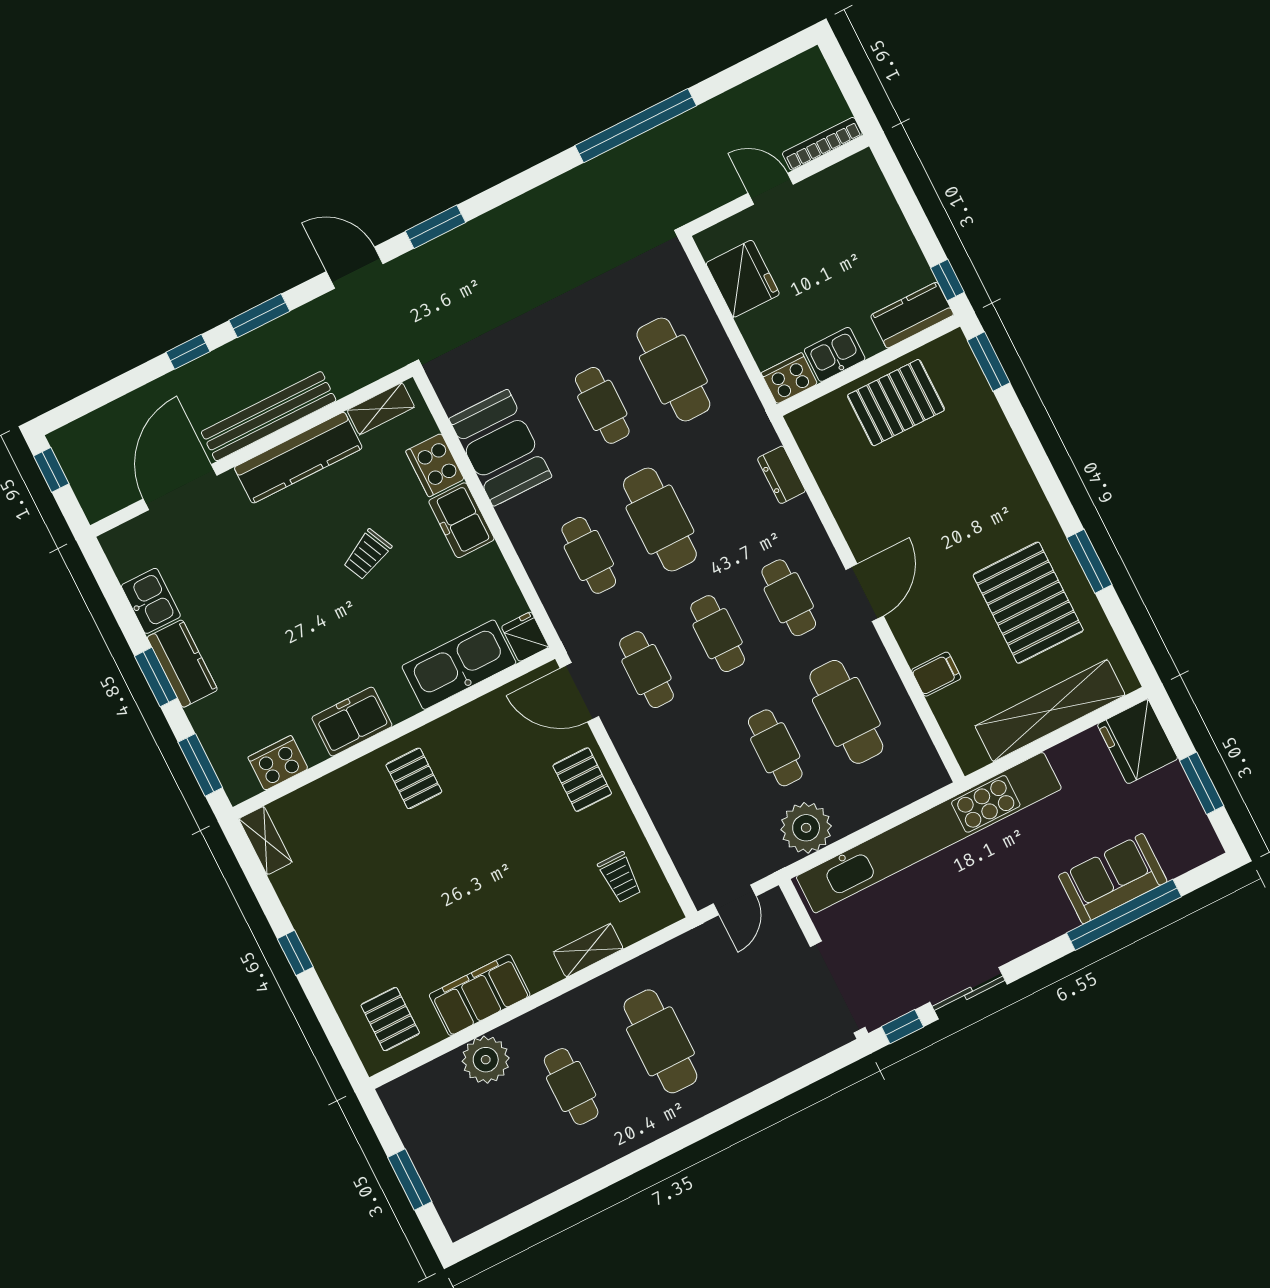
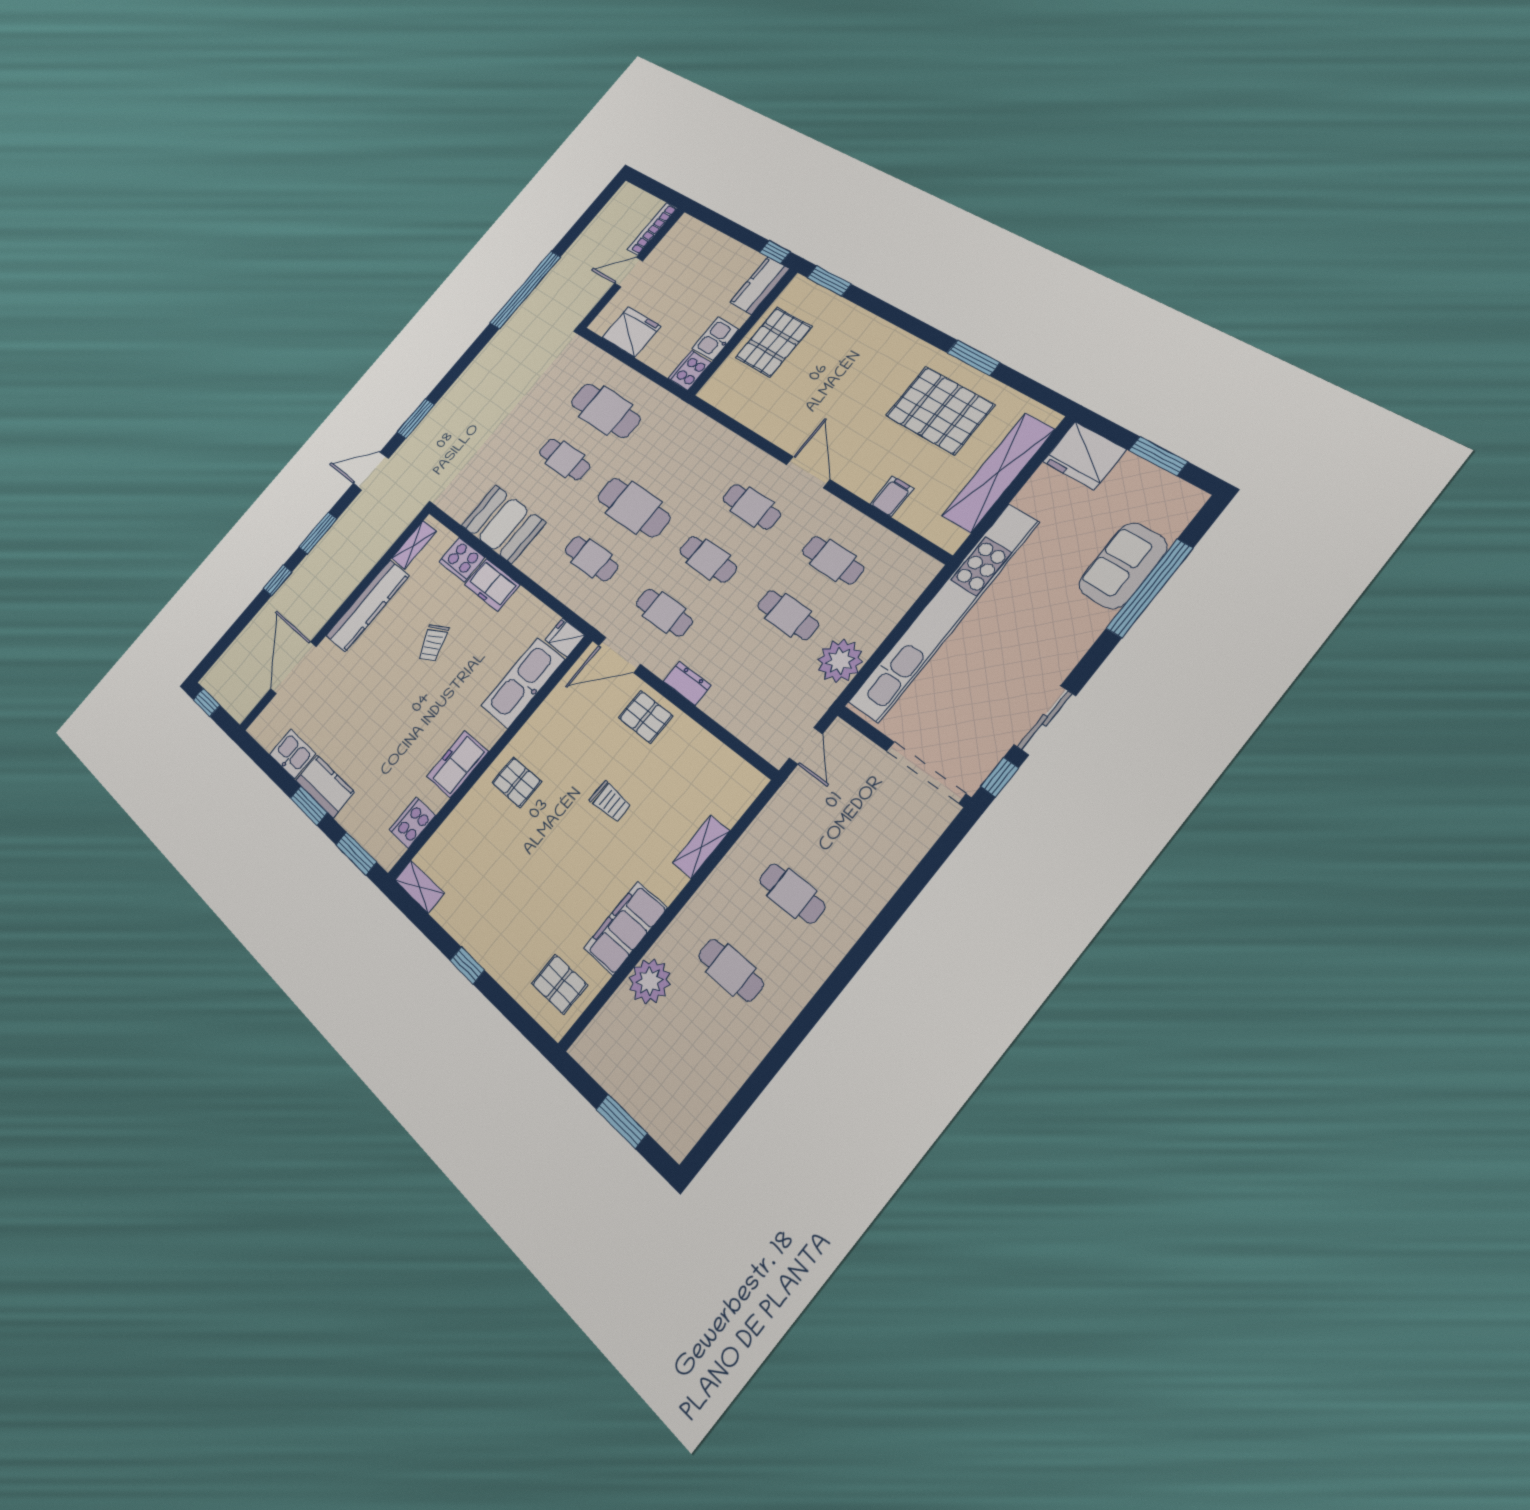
bench: (269, 416) -> (340, 591), removed
dresser: (781, 475) -> (687, 683), moved, turned 180
cafe table: (846, 712) -> (833, 560), width x0.73, depth x0.74
trolley: (620, 877) -> (610, 802), moved
cafe table: (660, 1041) -> (792, 893), width x0.73, depth x0.74

